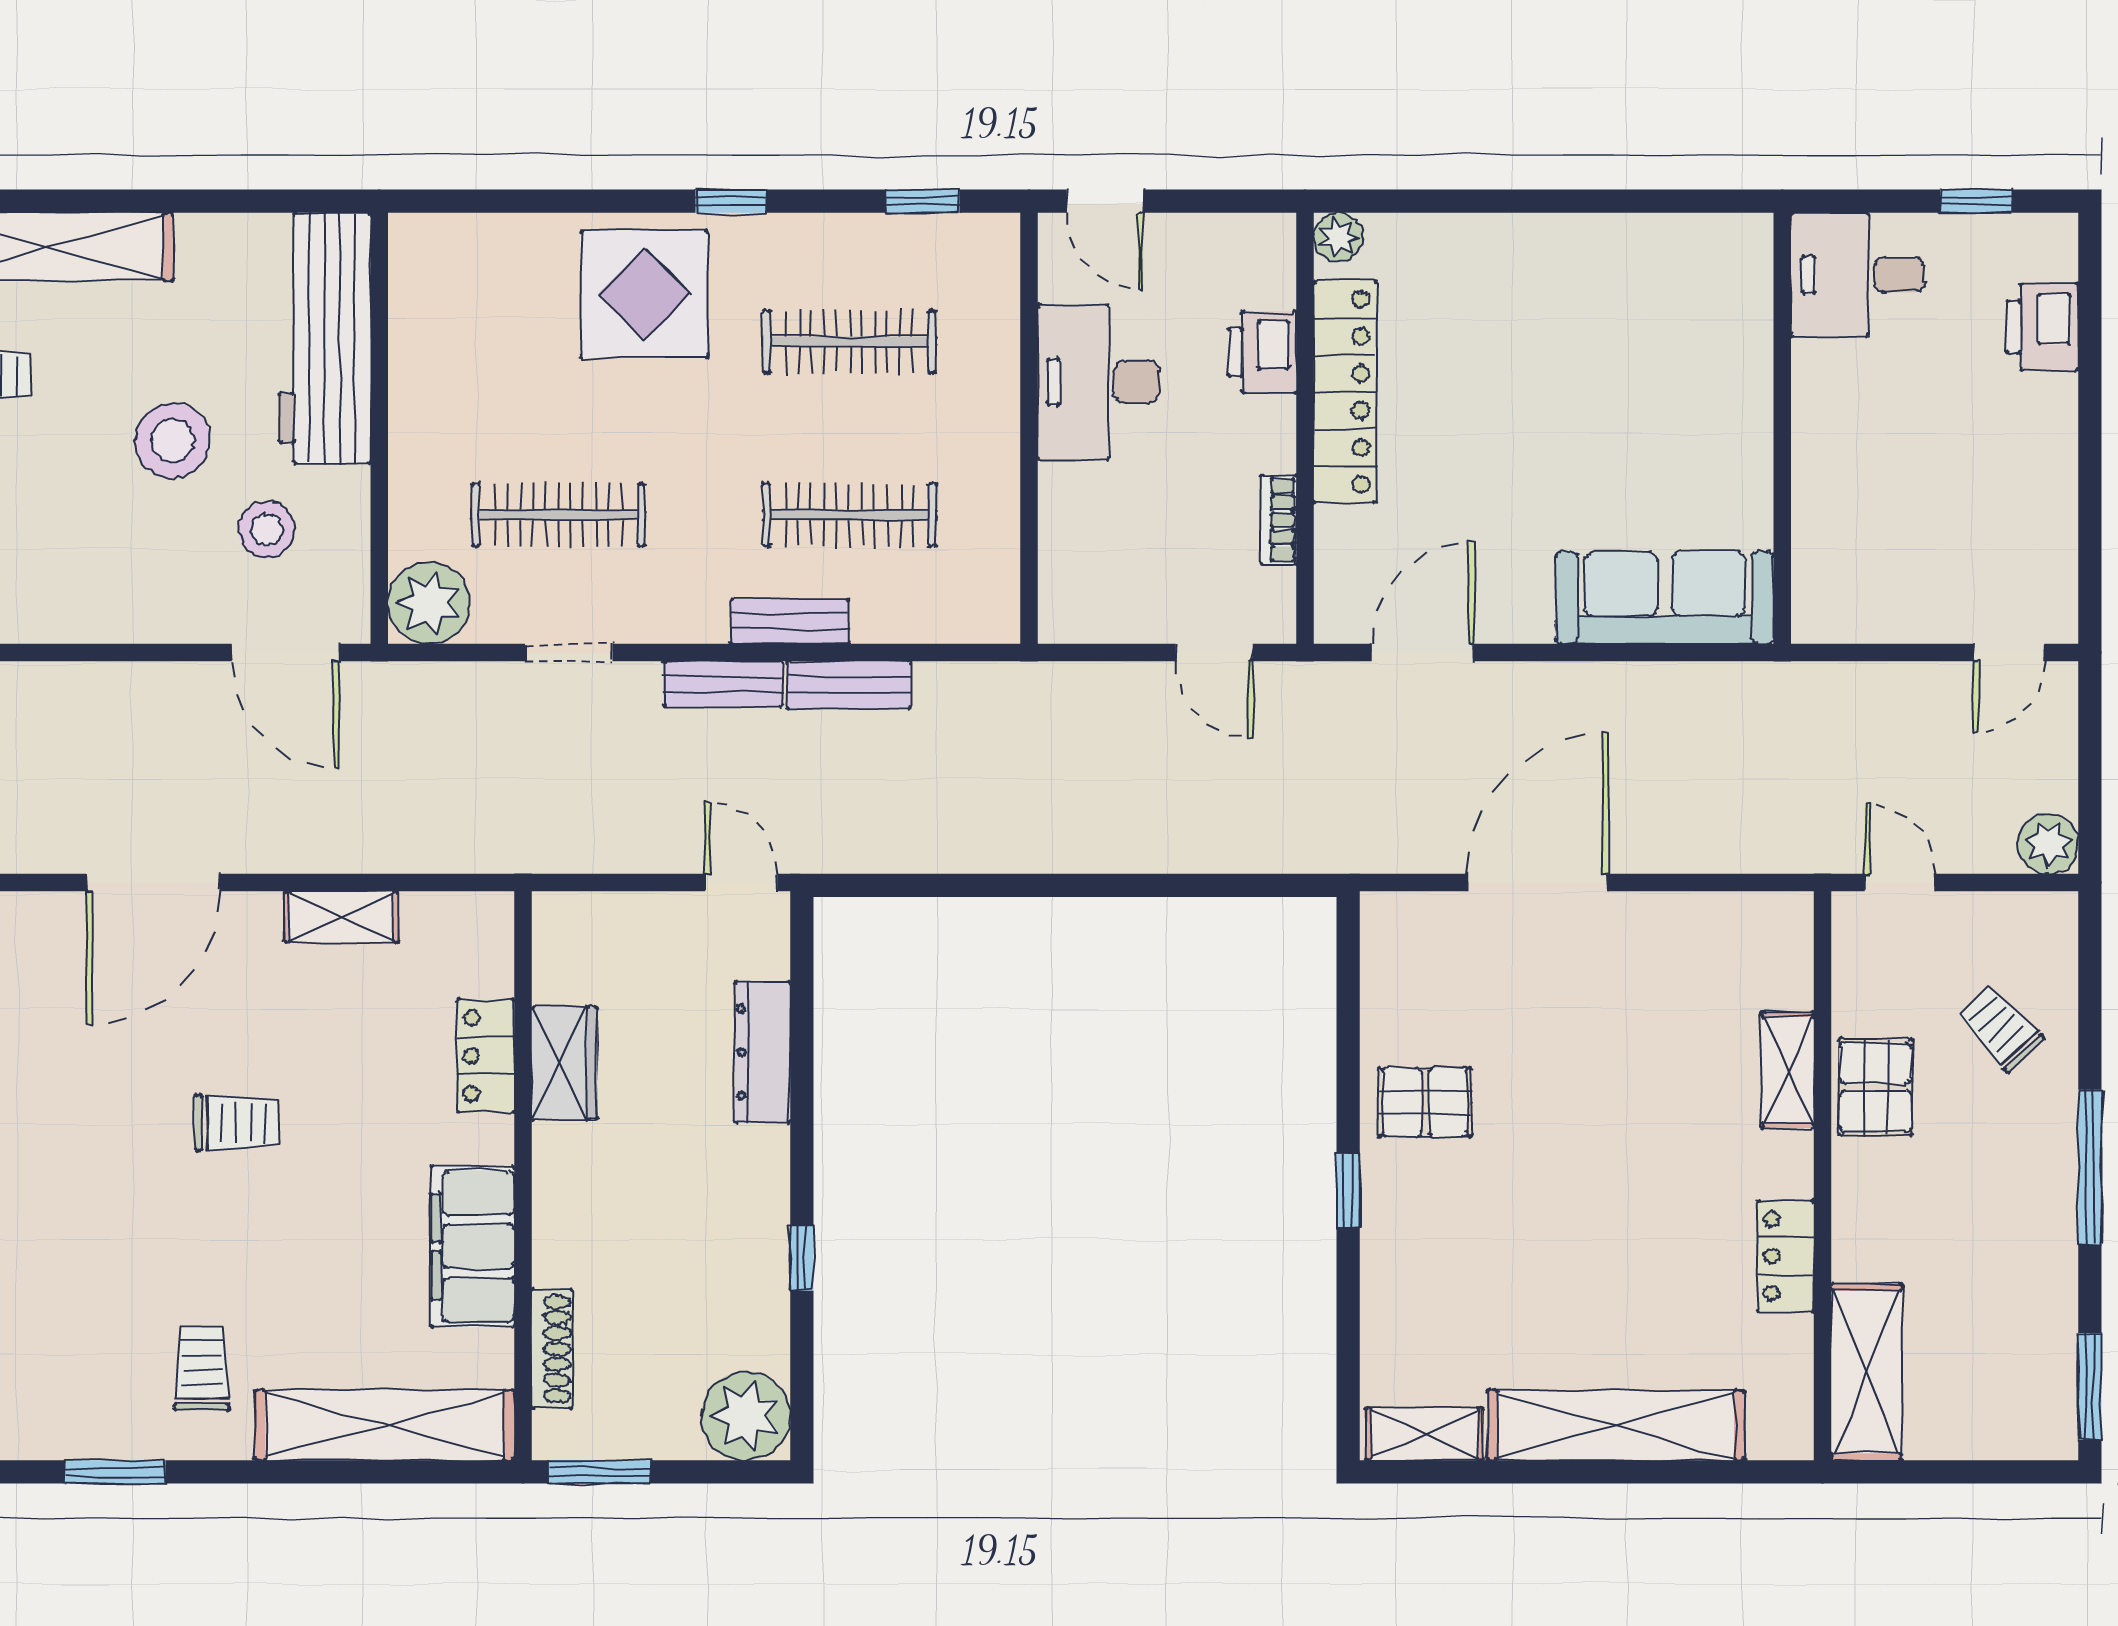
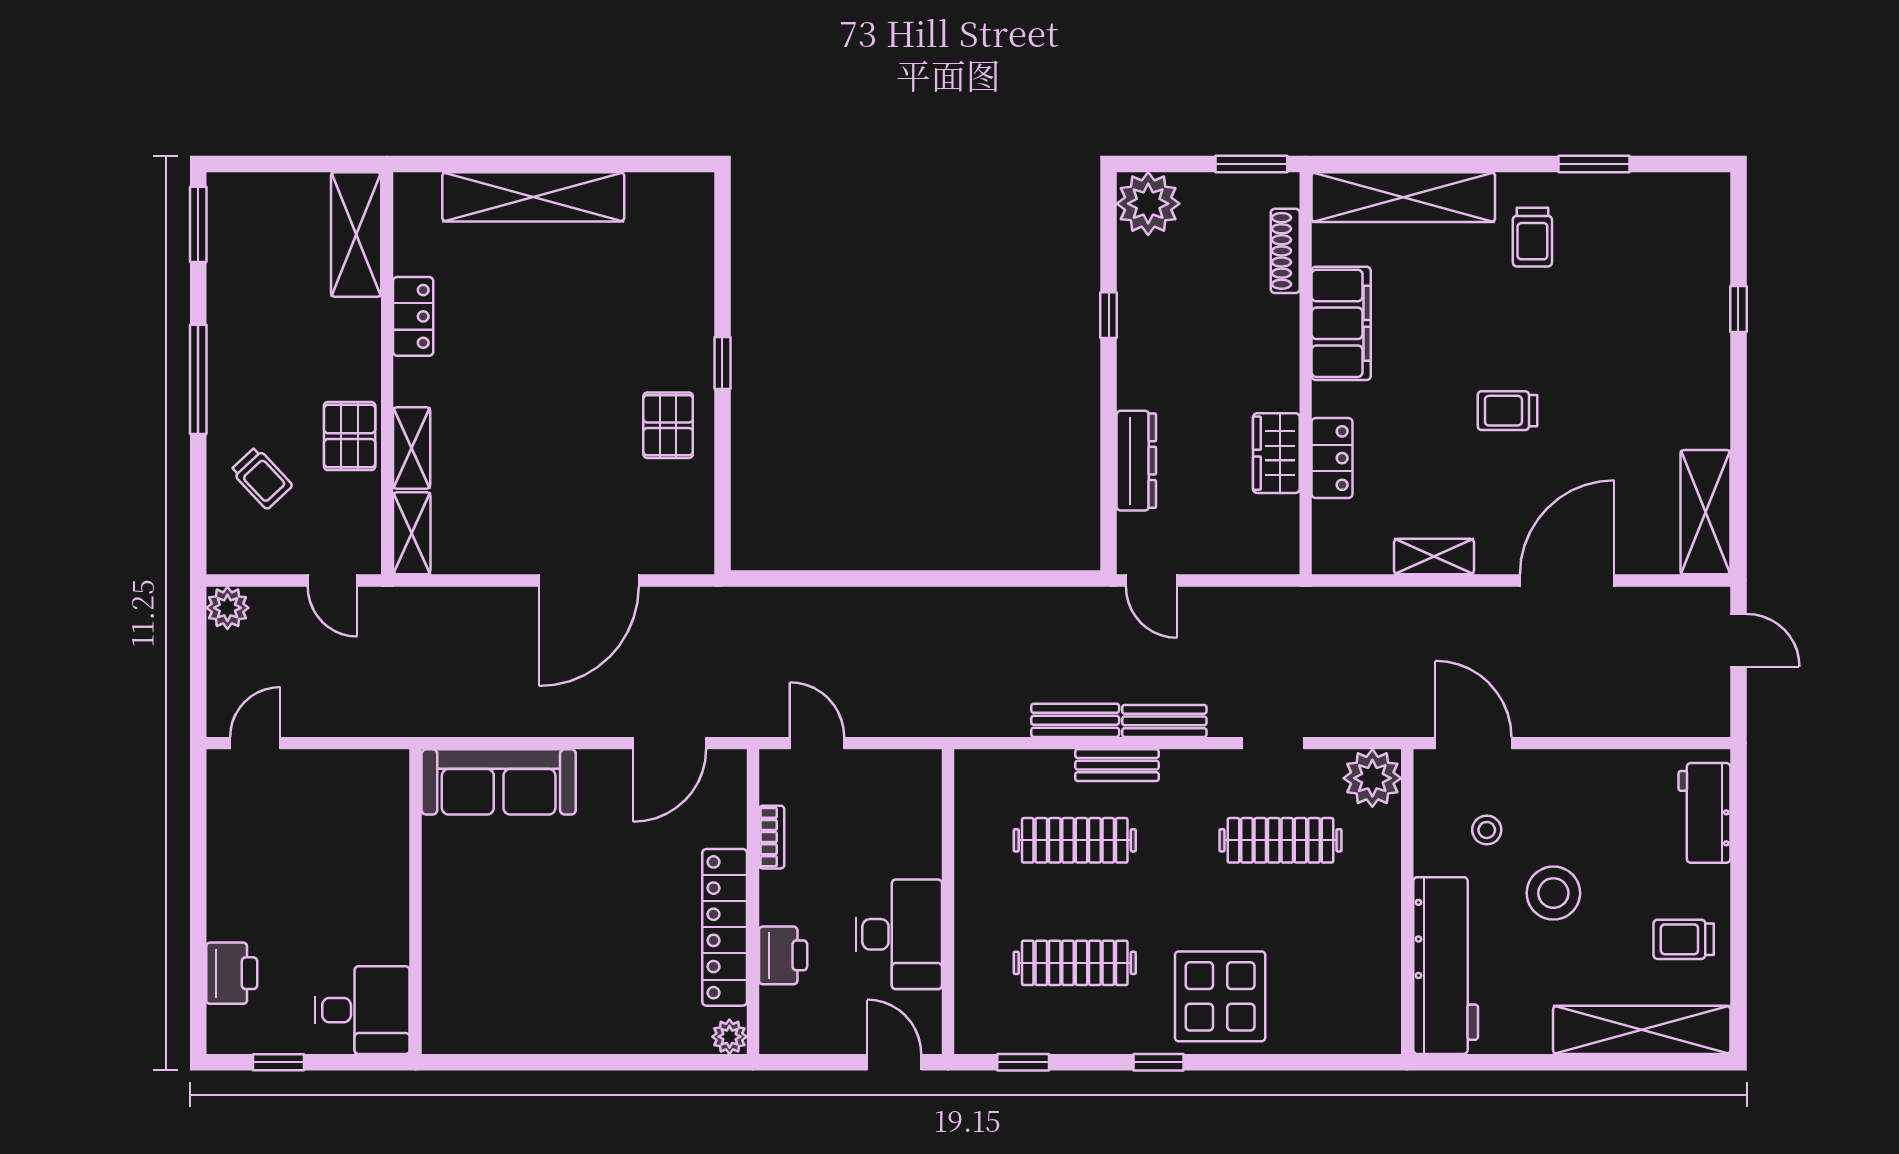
stool: (267, 530) -> (1487, 830), width x0.73, depth x0.73
pallet: (1425, 1102) -> (668, 425), turned 90
shelving: (1424, 1434) -> (412, 533), moved, turned 90

